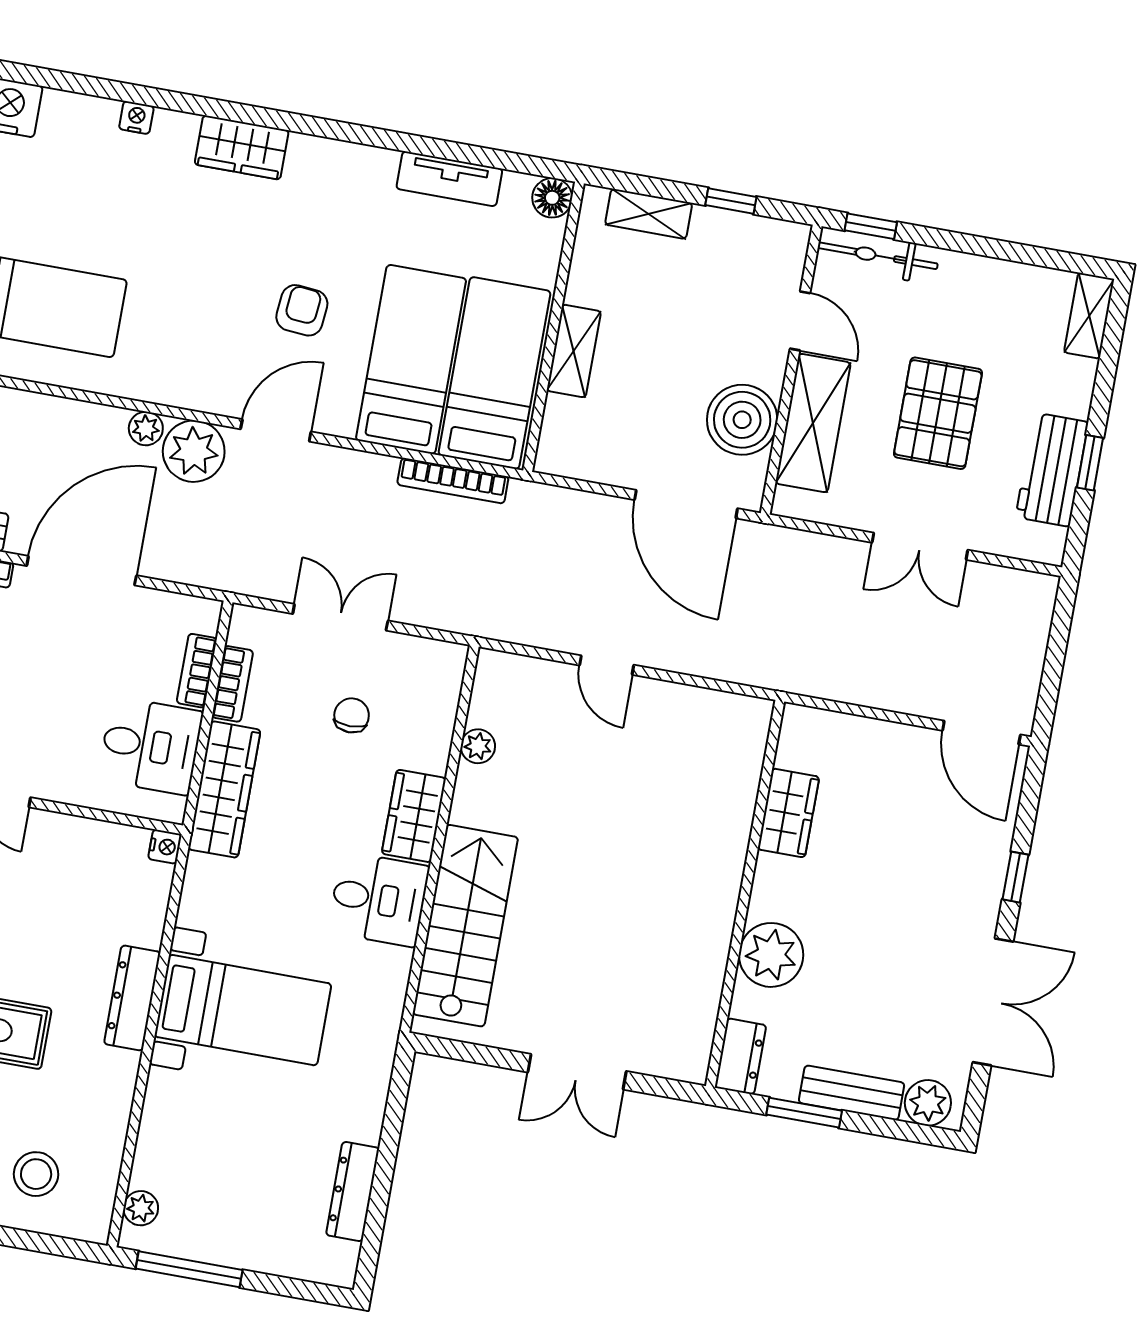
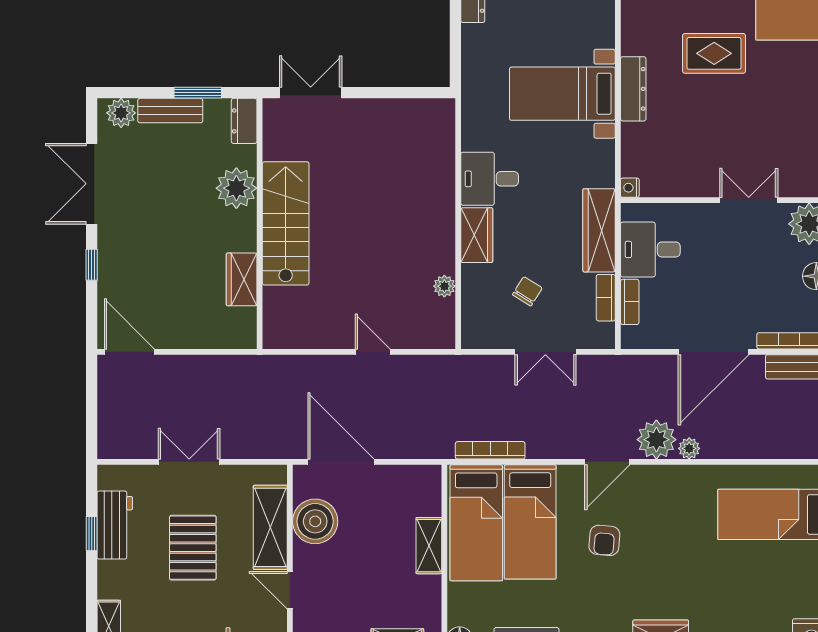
chair: (352, 715) -> (527, 291), turned -148
stairs: (465, 926) -> (286, 223), moved, turned 180
double door: (577, 1072) -> (311, 93), moved

